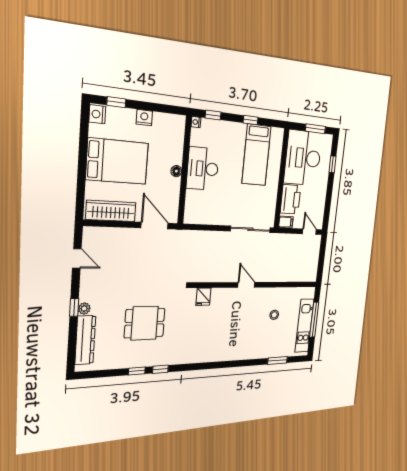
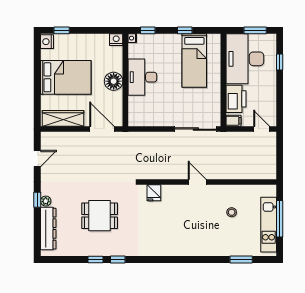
nightstand: (144, 118) -> (116, 40), moved
floor lamp: (176, 171) -> (114, 81), width x1.89, depth x1.89
door: (77, 258) -> (37, 159), hinge flipped

